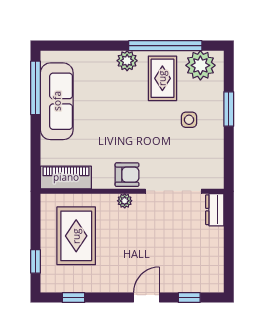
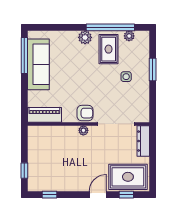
plant: (200, 65) -> (129, 36), width x0.53, depth x0.53
dresser: (215, 210) -> (143, 141), width x1.44
rug: (76, 236) -> (128, 177), moved, turned 90

